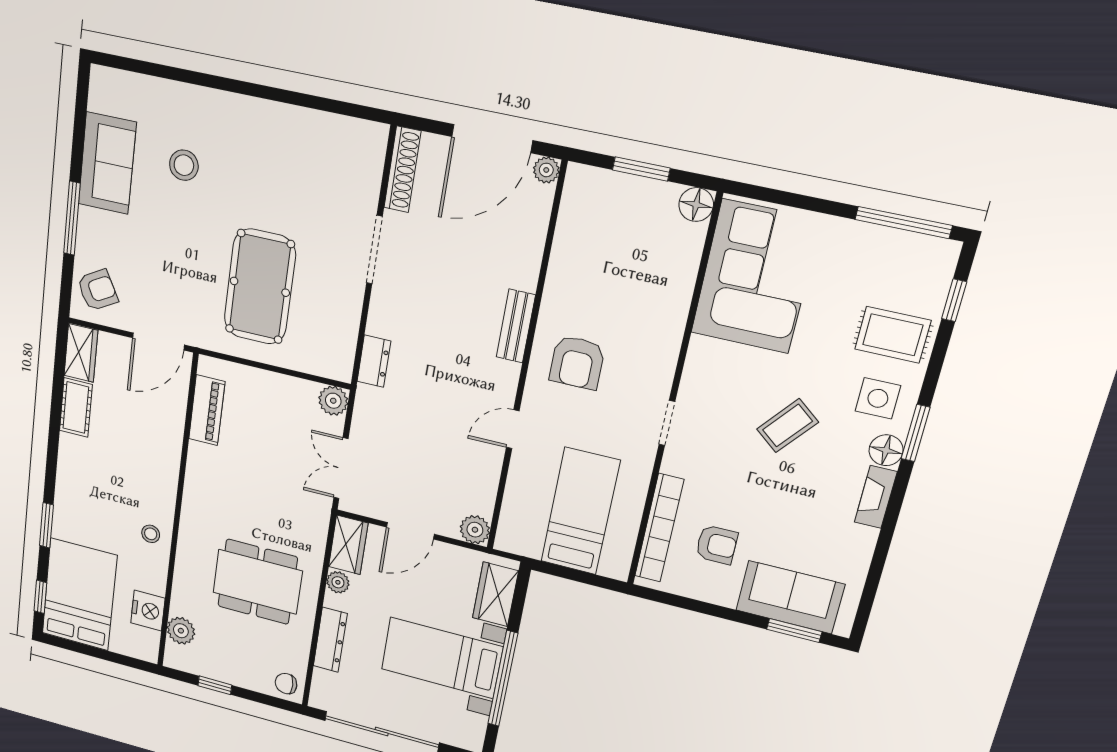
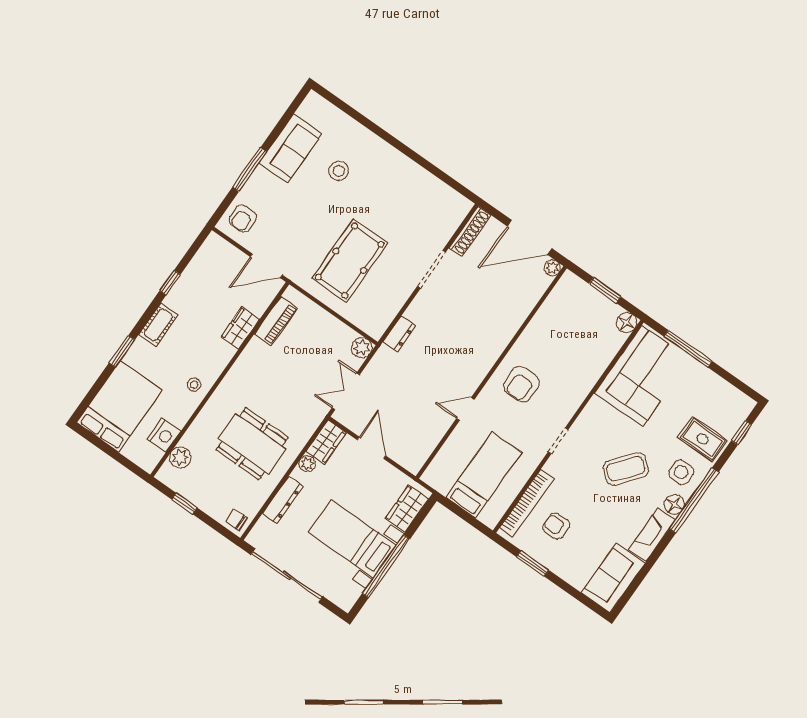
window: (904, 222) -> (688, 349), moved
armchair: (97, 290) -> (243, 219), turned 119
bench: (516, 326) -> (495, 348), removed
wardrobe: (81, 353) -> (240, 328), moved, turned 180
cot: (76, 408) -> (158, 325), moved
coffee table: (787, 426) -> (626, 469), width x1.36, depth x1.30
window: (916, 433) -> (694, 500), width x2.11
fireplace: (876, 497) -> (652, 535), width x1.37, depth x1.32
plant: (475, 530) -> (413, 462), removed
door: (410, 531) -> (371, 448), swing flipped
armchair: (717, 545) -> (556, 526), turned 180
window: (40, 597) -> (170, 283), moved
sofa: (790, 597) -> (613, 578), moved, turned -90
window: (794, 631) -> (533, 564), moved

